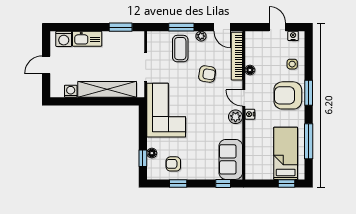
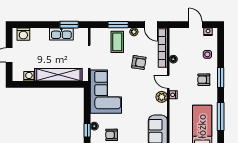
kitchen sink: (87, 39) -> (61, 34), moved
armchair: (288, 95) -> (204, 80), width x0.53, depth x0.53

